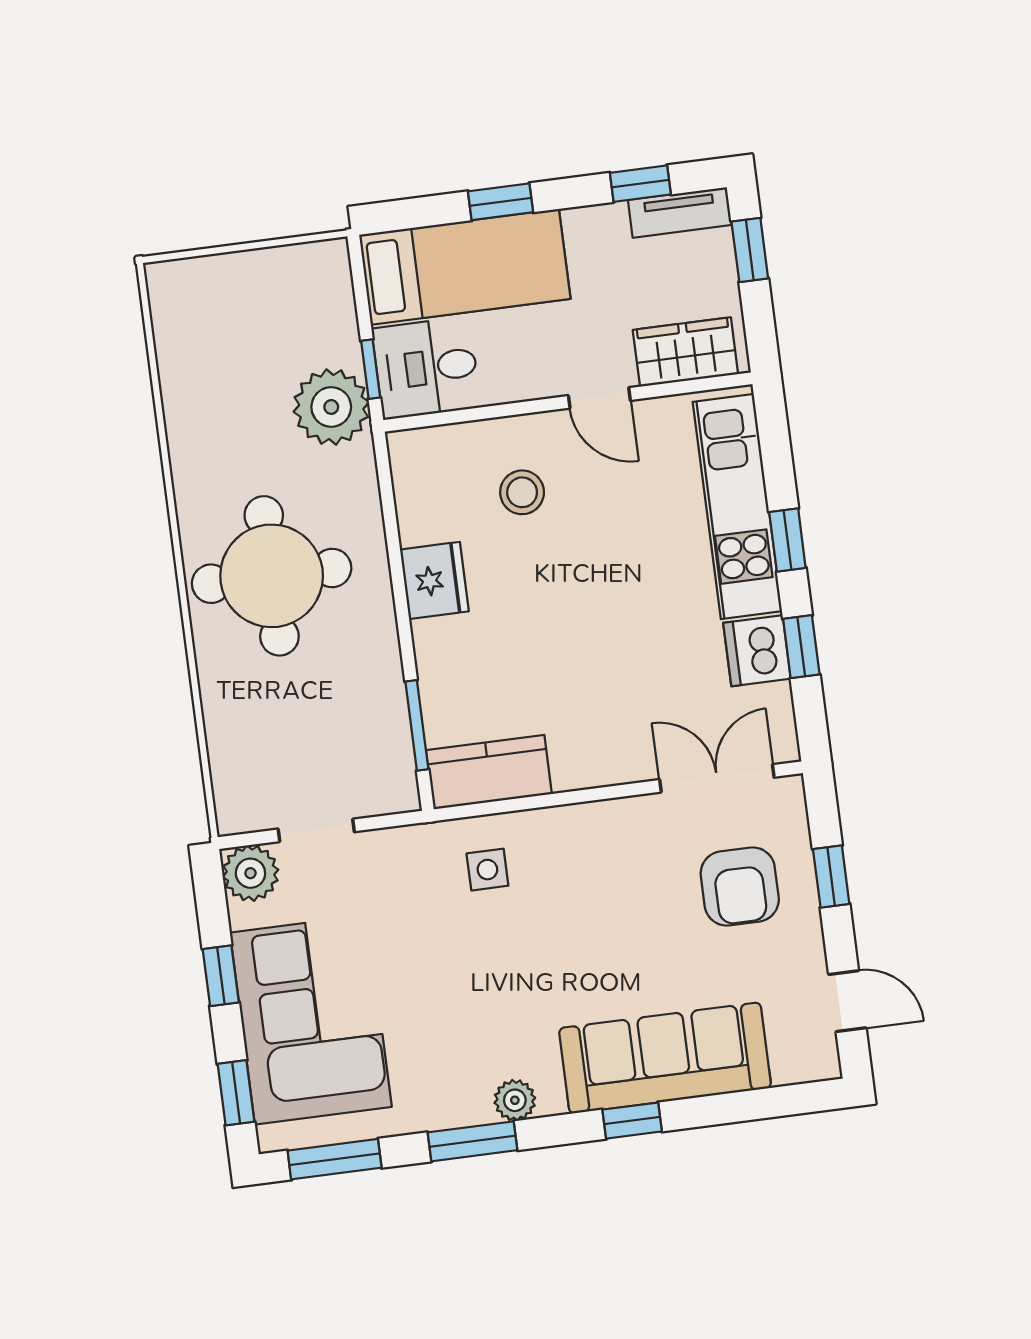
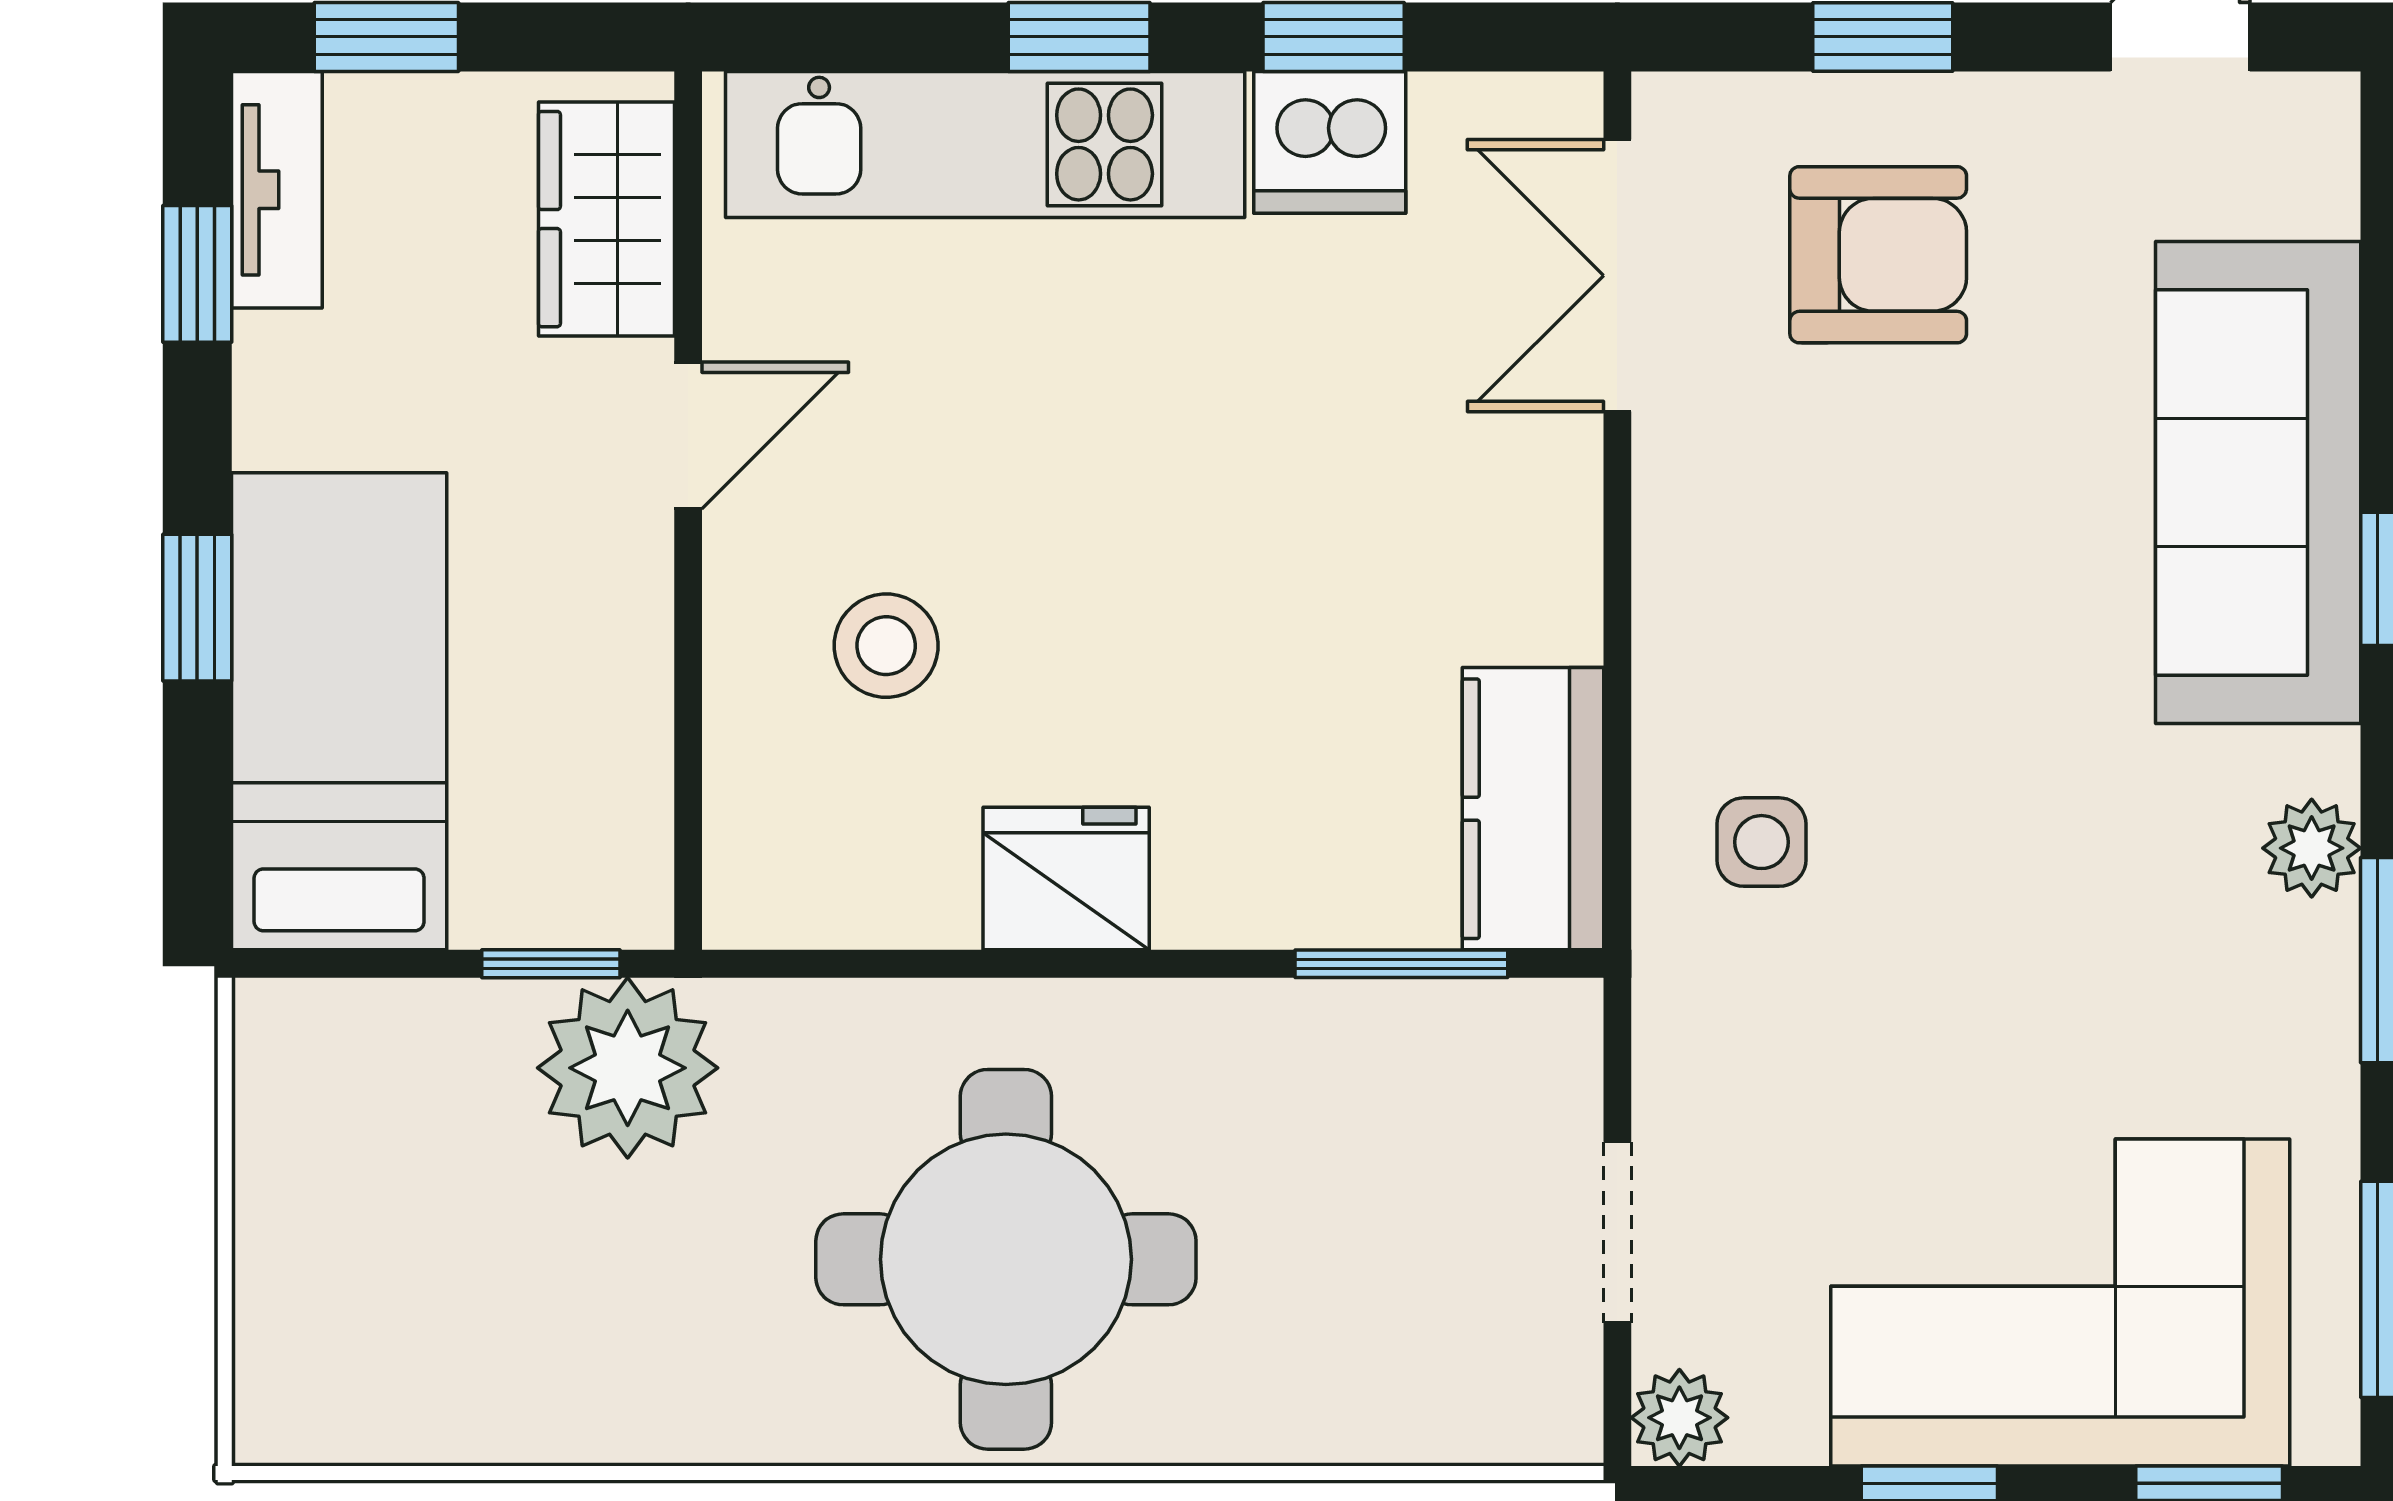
desk: (426, 368) -> (565, 833), removed
plant: (250, 873) -> (1679, 1418), width x0.73, depth x0.73

